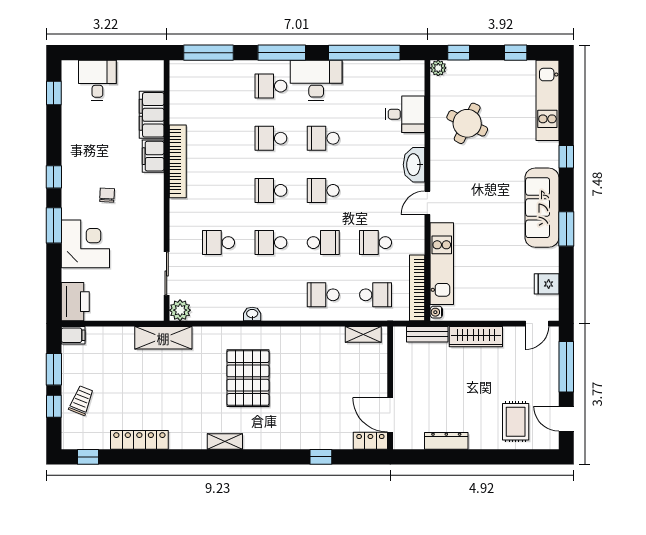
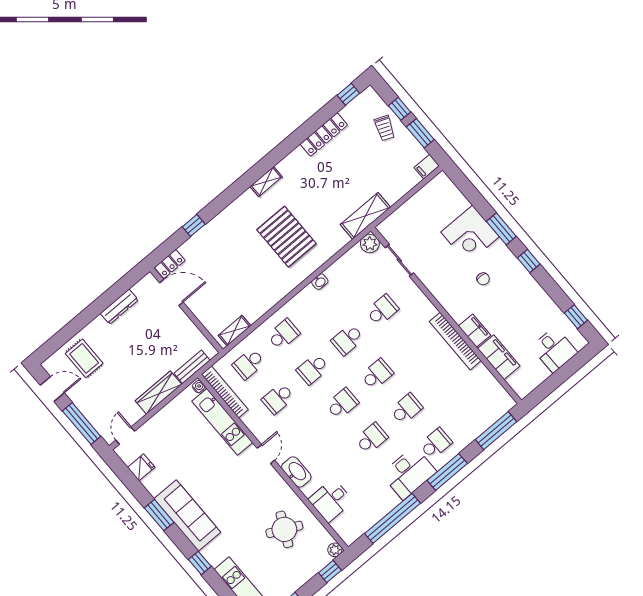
school desk: (271, 243) -> (348, 340), turned 180
school desk: (376, 243) -> (278, 399), turned 180
printer: (75, 302) -> (444, 190), removed

